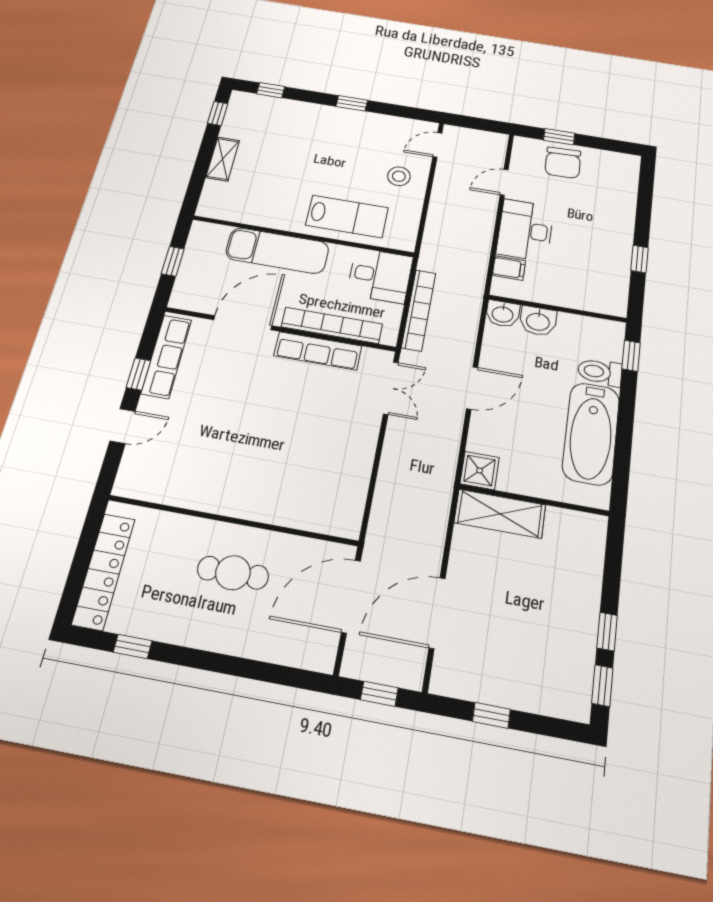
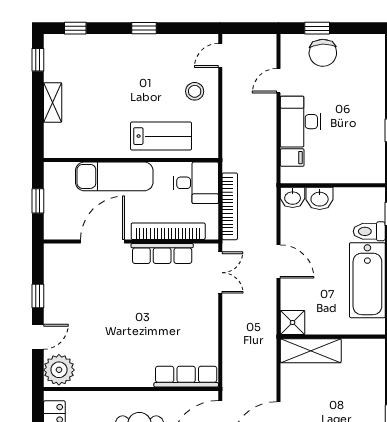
row of seats: (166, 357) -> (186, 377), moved, turned -90
door: (472, 388) -> (278, 261), hinge flipped
plant: (139, 475) -> (59, 370), added

